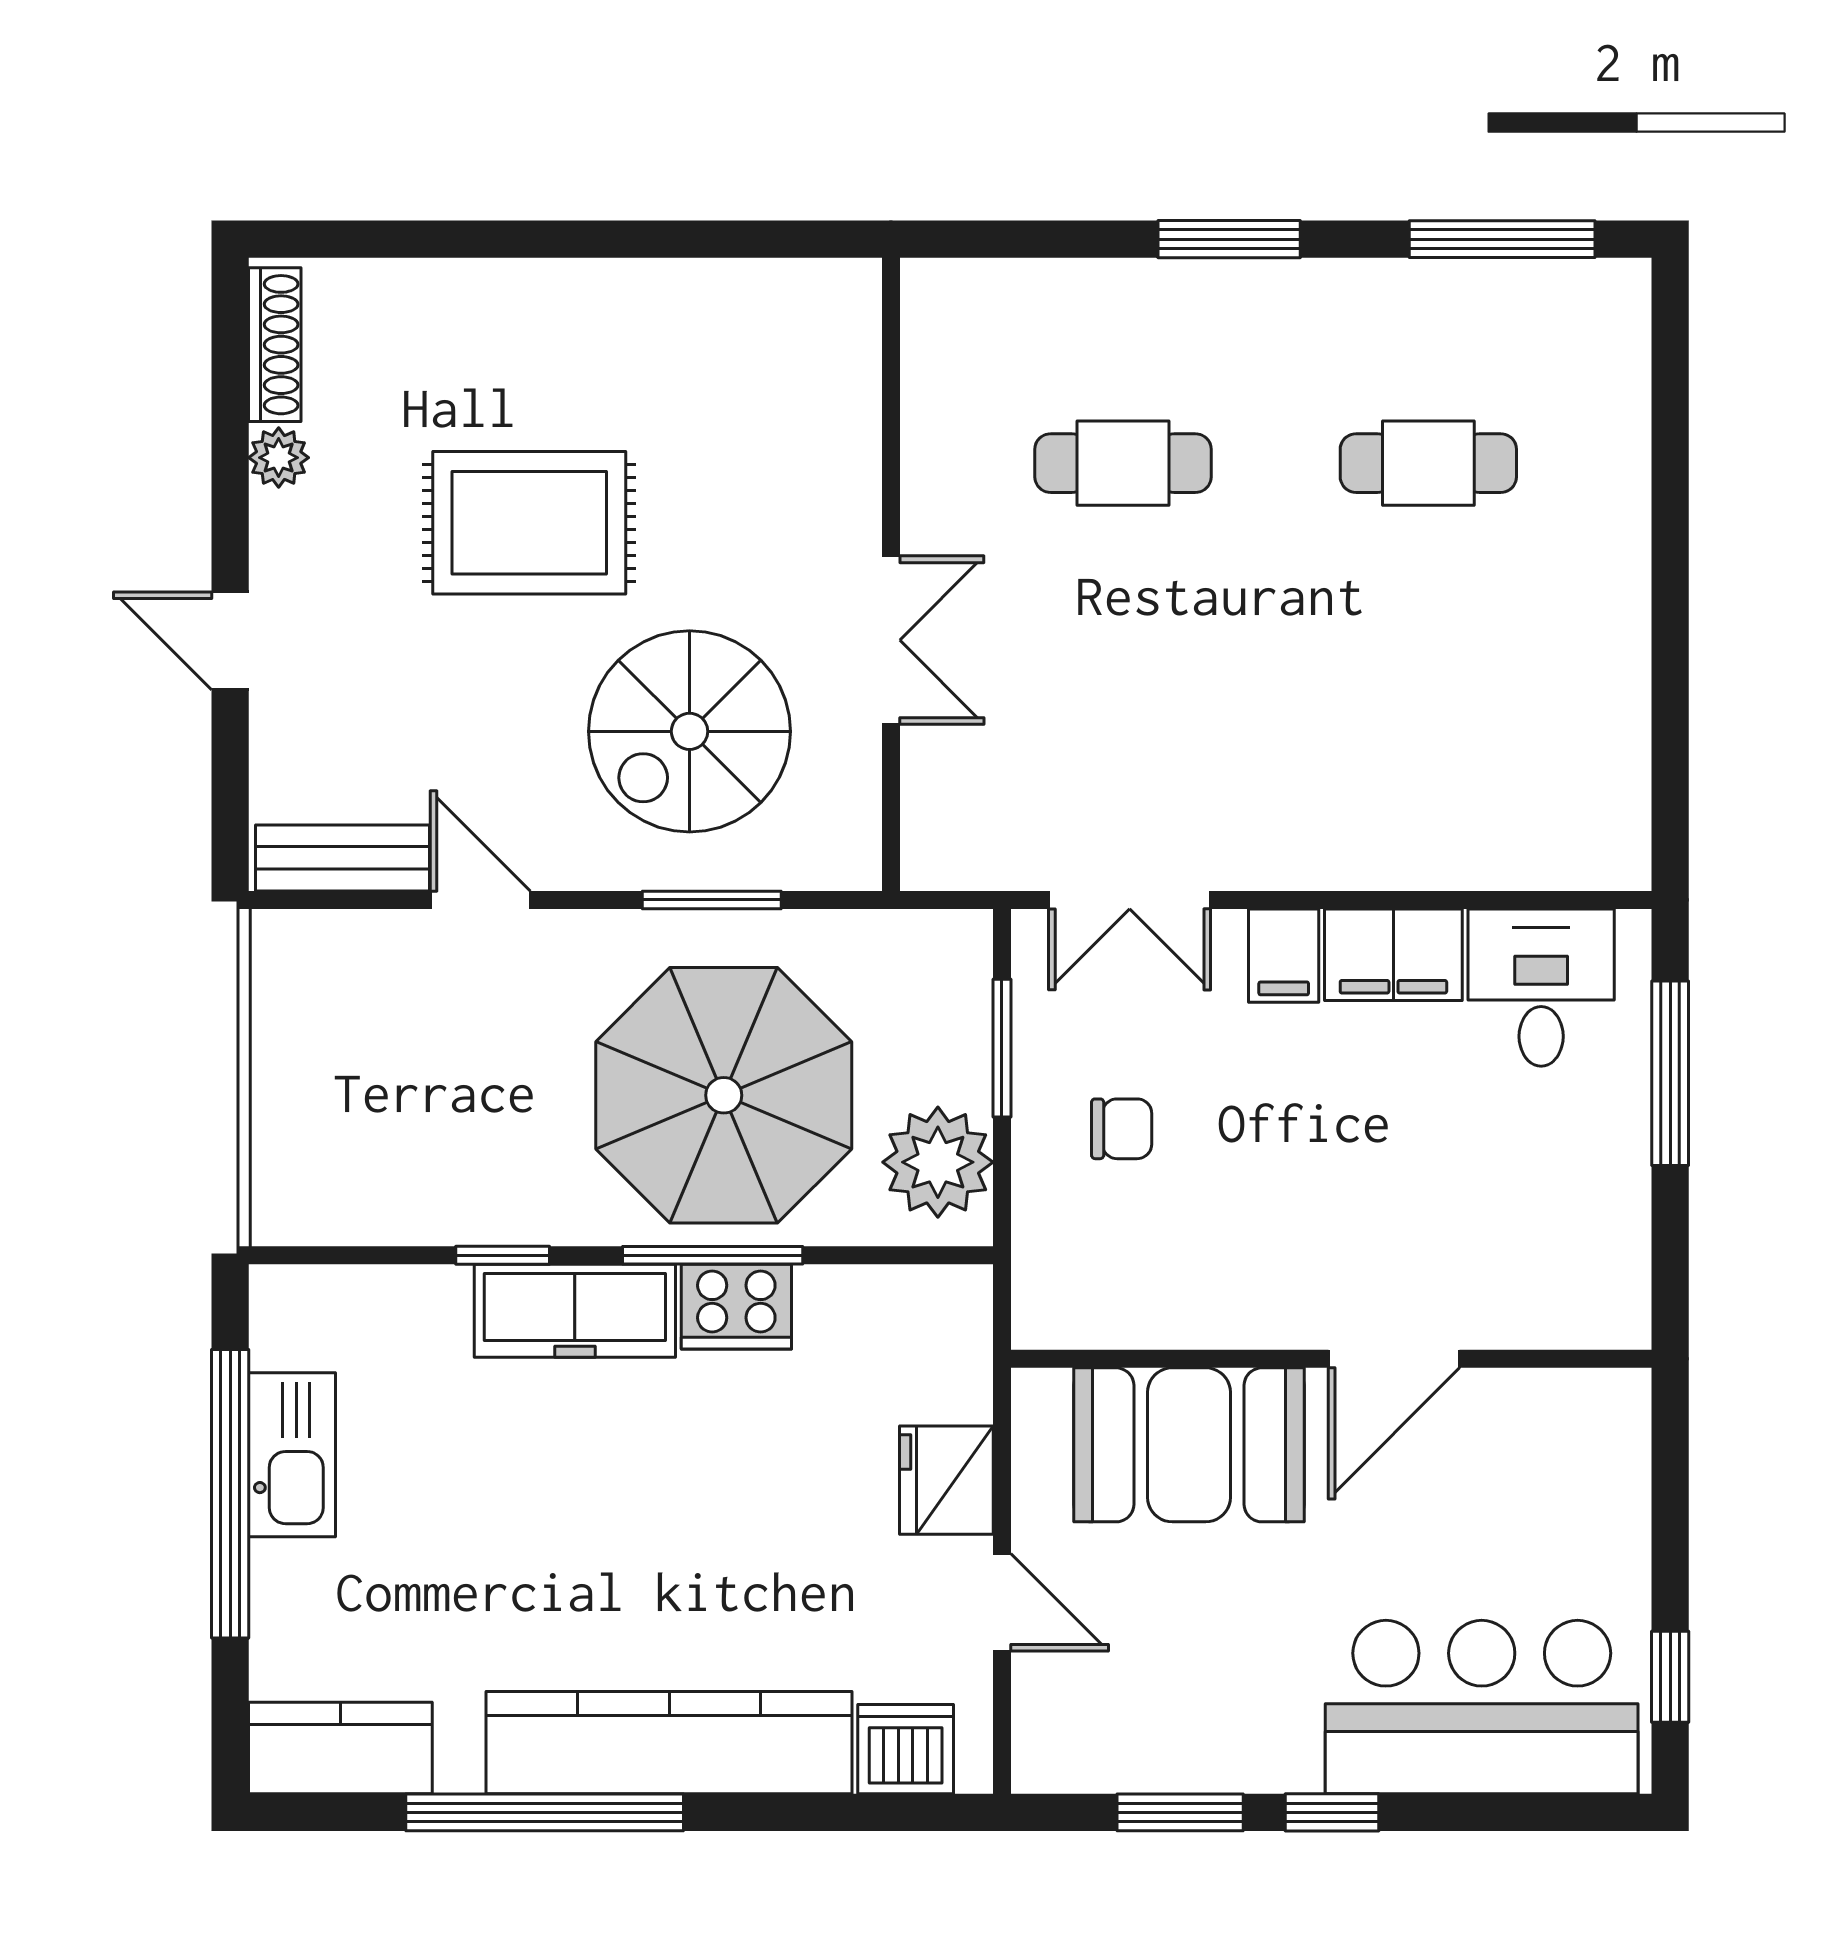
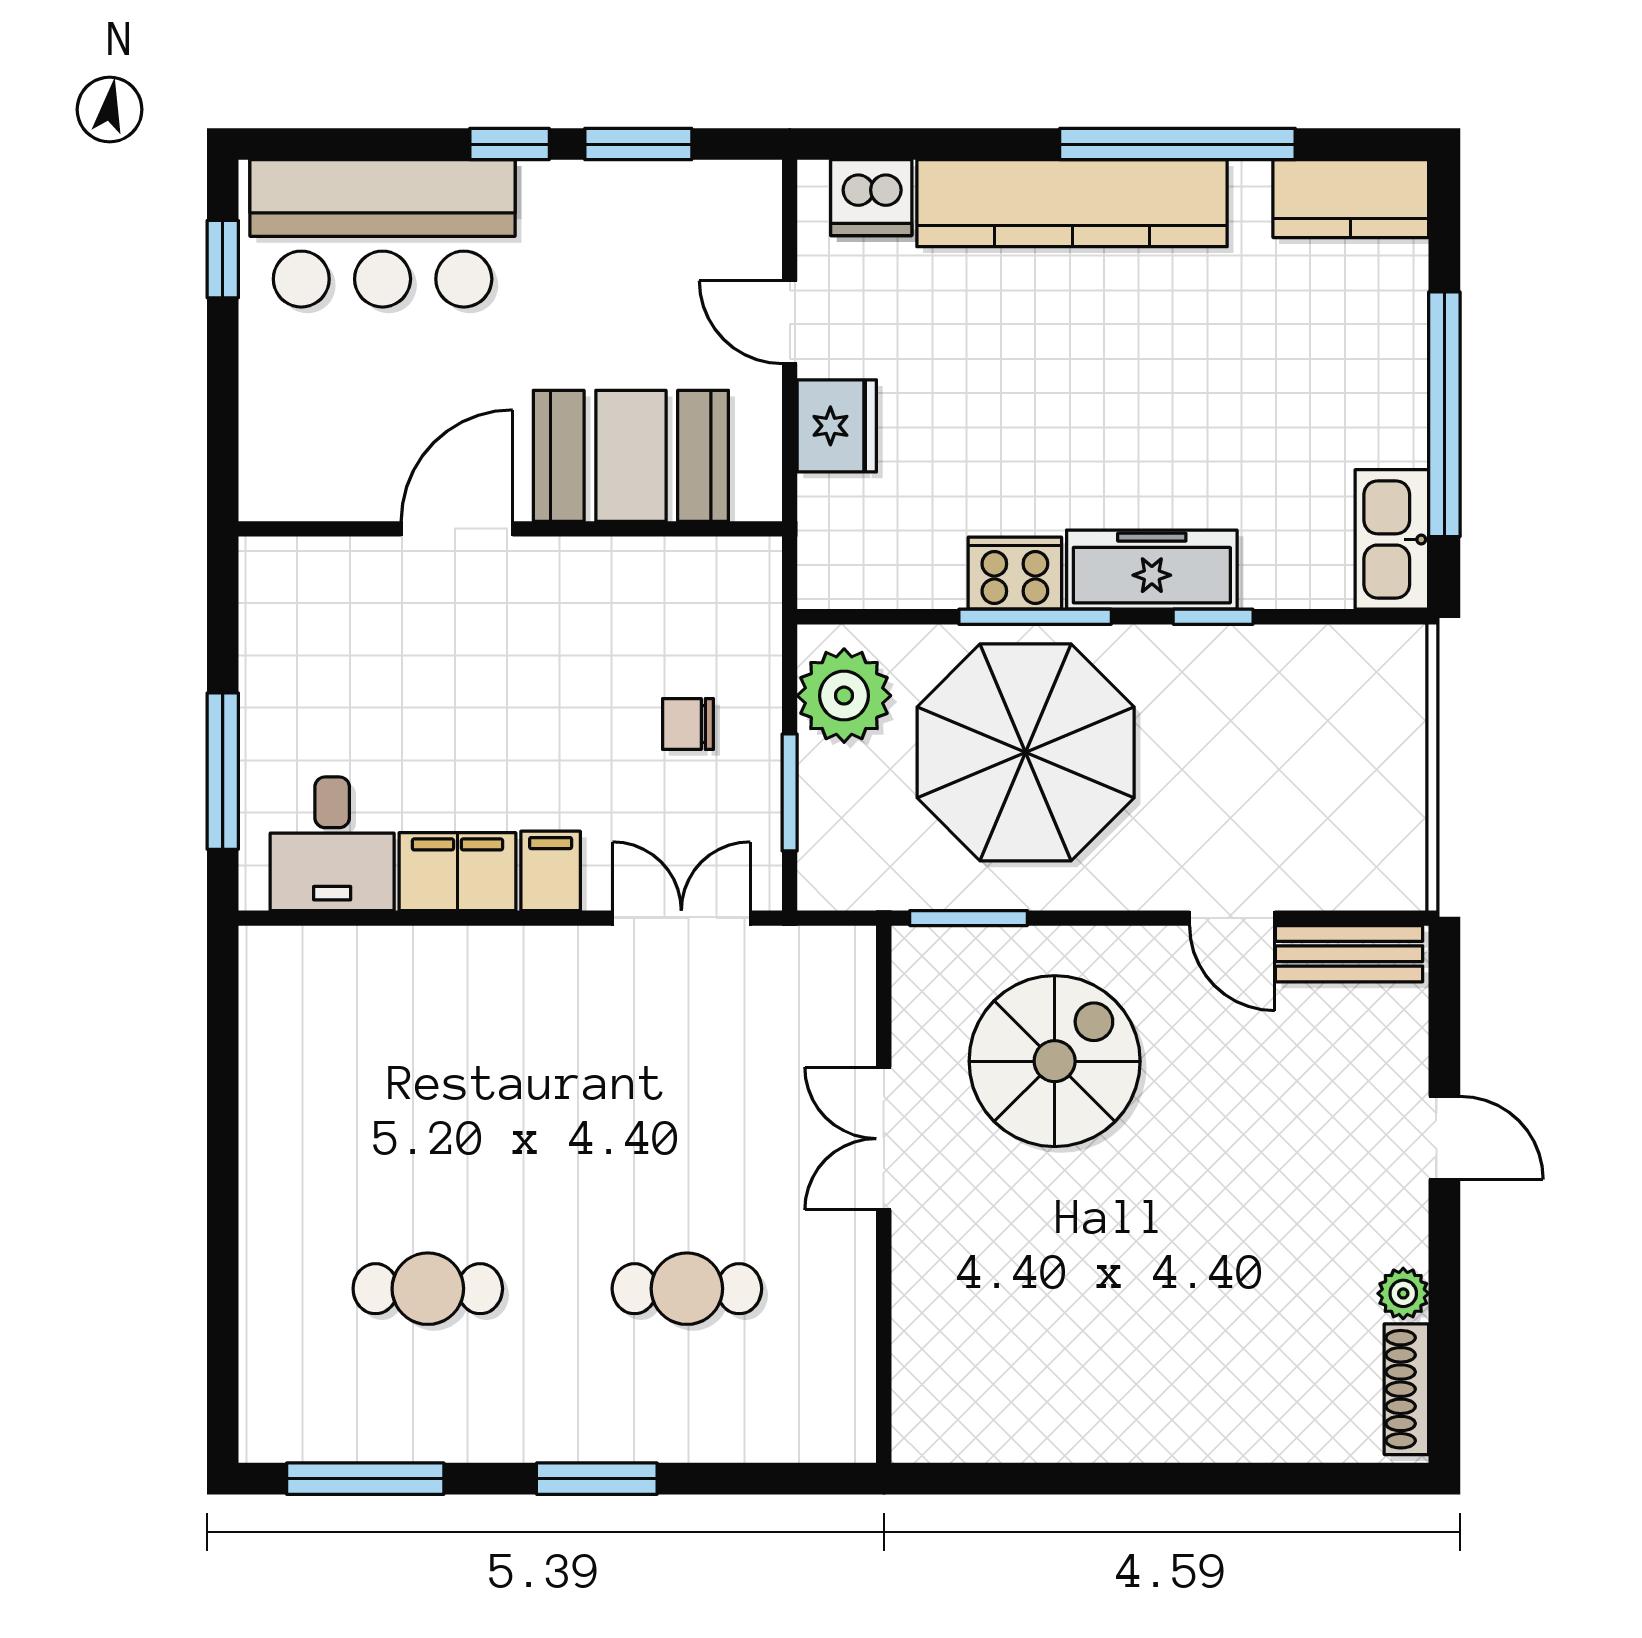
rug: (529, 523) -> (1191, 1238), removed
window: (712, 900) -> (969, 918), moved
kitchen sink: (292, 1455) -> (1392, 539), moved

